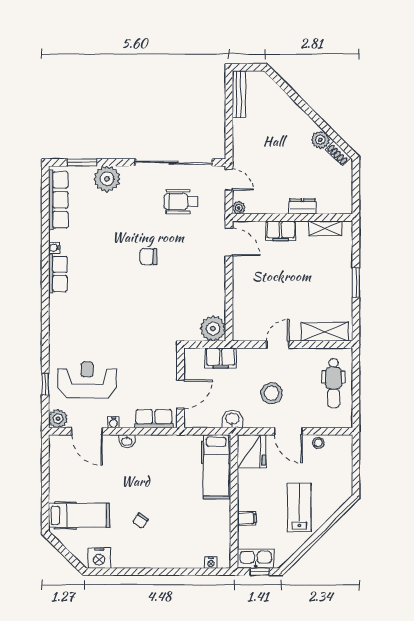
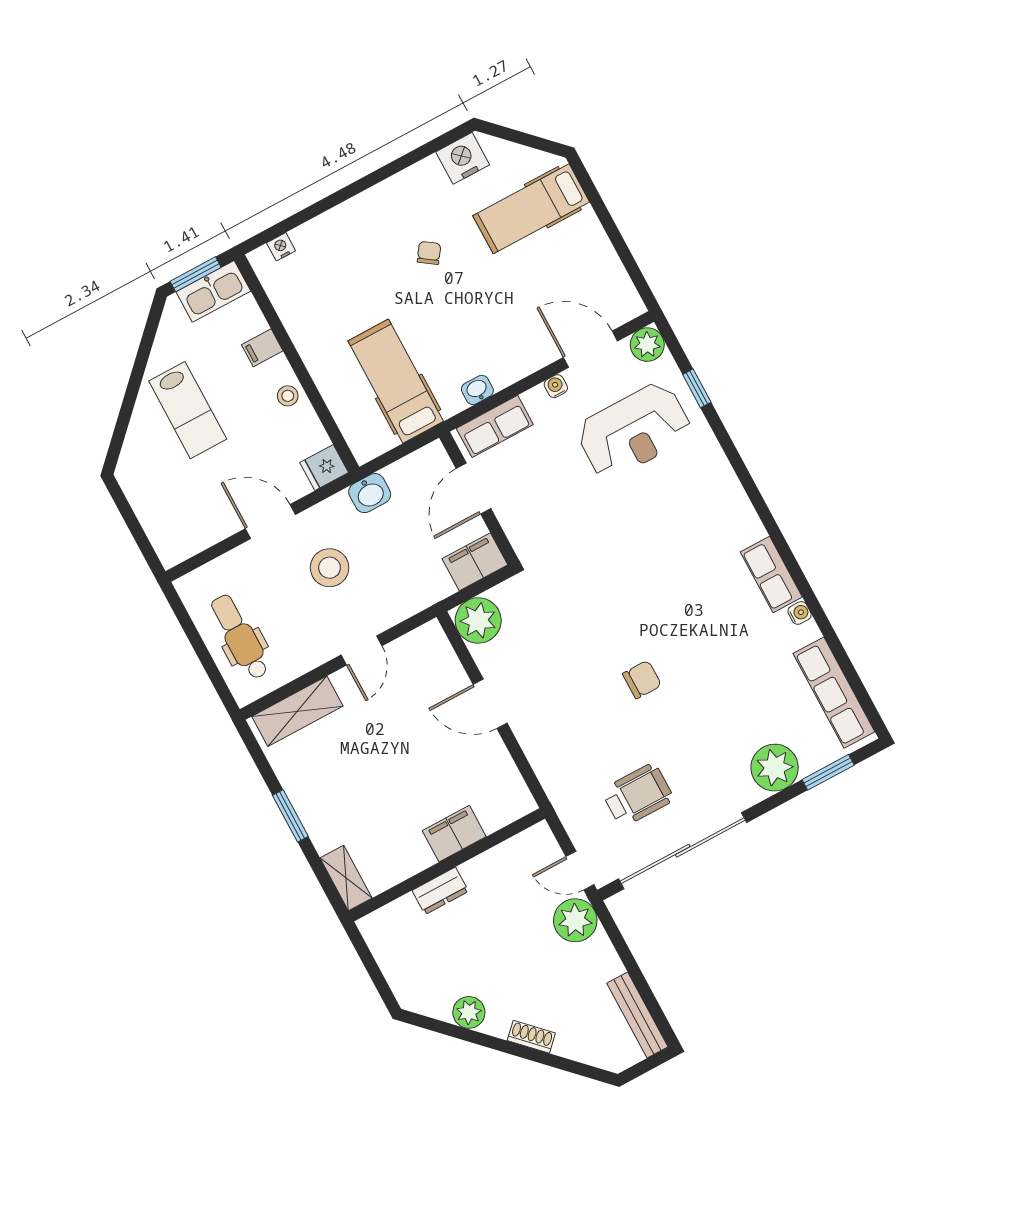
shoe rack: (338, 153) -> (531, 1037), moved
plant: (239, 208) -> (575, 920), moved, width x1.88, depth x1.88
shelving: (325, 228) -> (346, 878), moved, turned 90
door: (229, 242) -> (490, 704), moved
filing cabinet: (221, 358) -> (475, 562), moved
washbasin: (127, 441) -> (477, 390), moved
stool: (318, 443) -> (288, 396), moved
fridge: (252, 451) -> (324, 468), width x0.53, depth x0.75
hospital bed: (216, 467) -> (396, 381), moved
window: (260, 572) -> (196, 274), width x1.50

